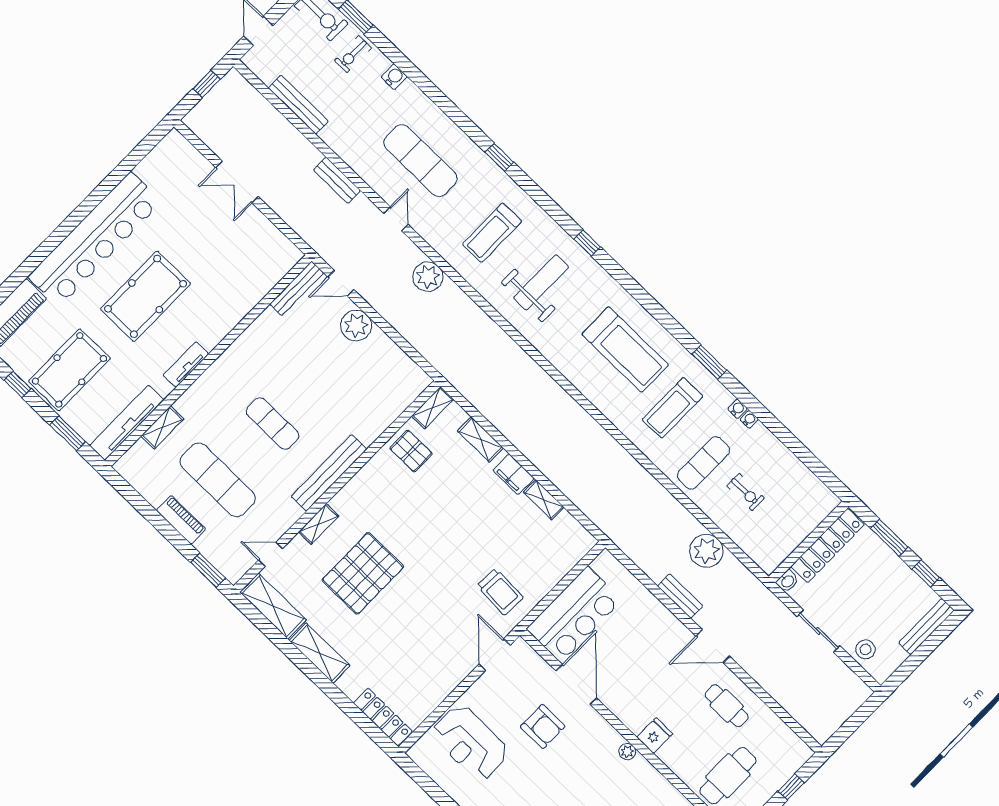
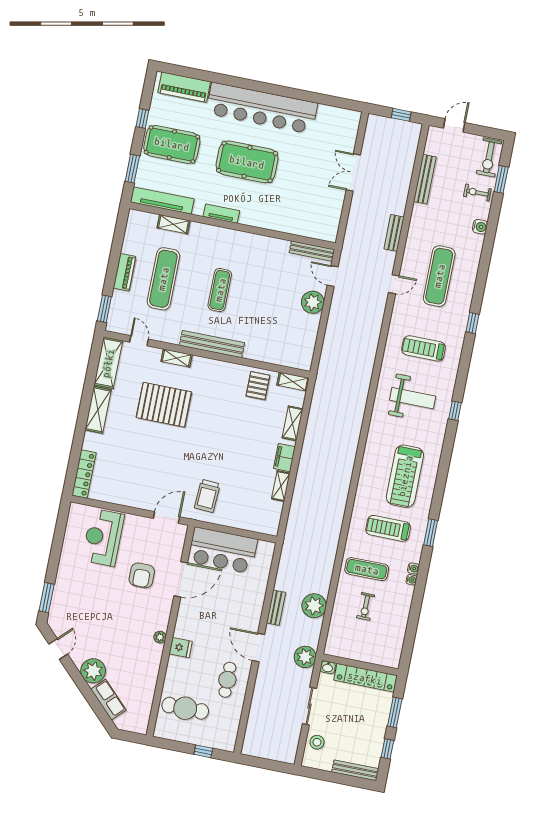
plant: (428, 277) -> (305, 657), moved

